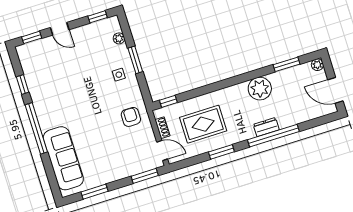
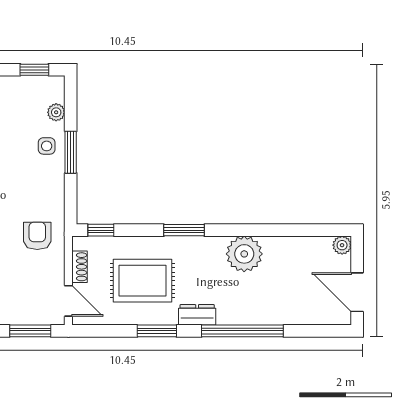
window: (287, 64) -> (184, 230), moved
side table: (119, 75) -> (47, 146), moved
dresser: (266, 127) -> (197, 315), moved

